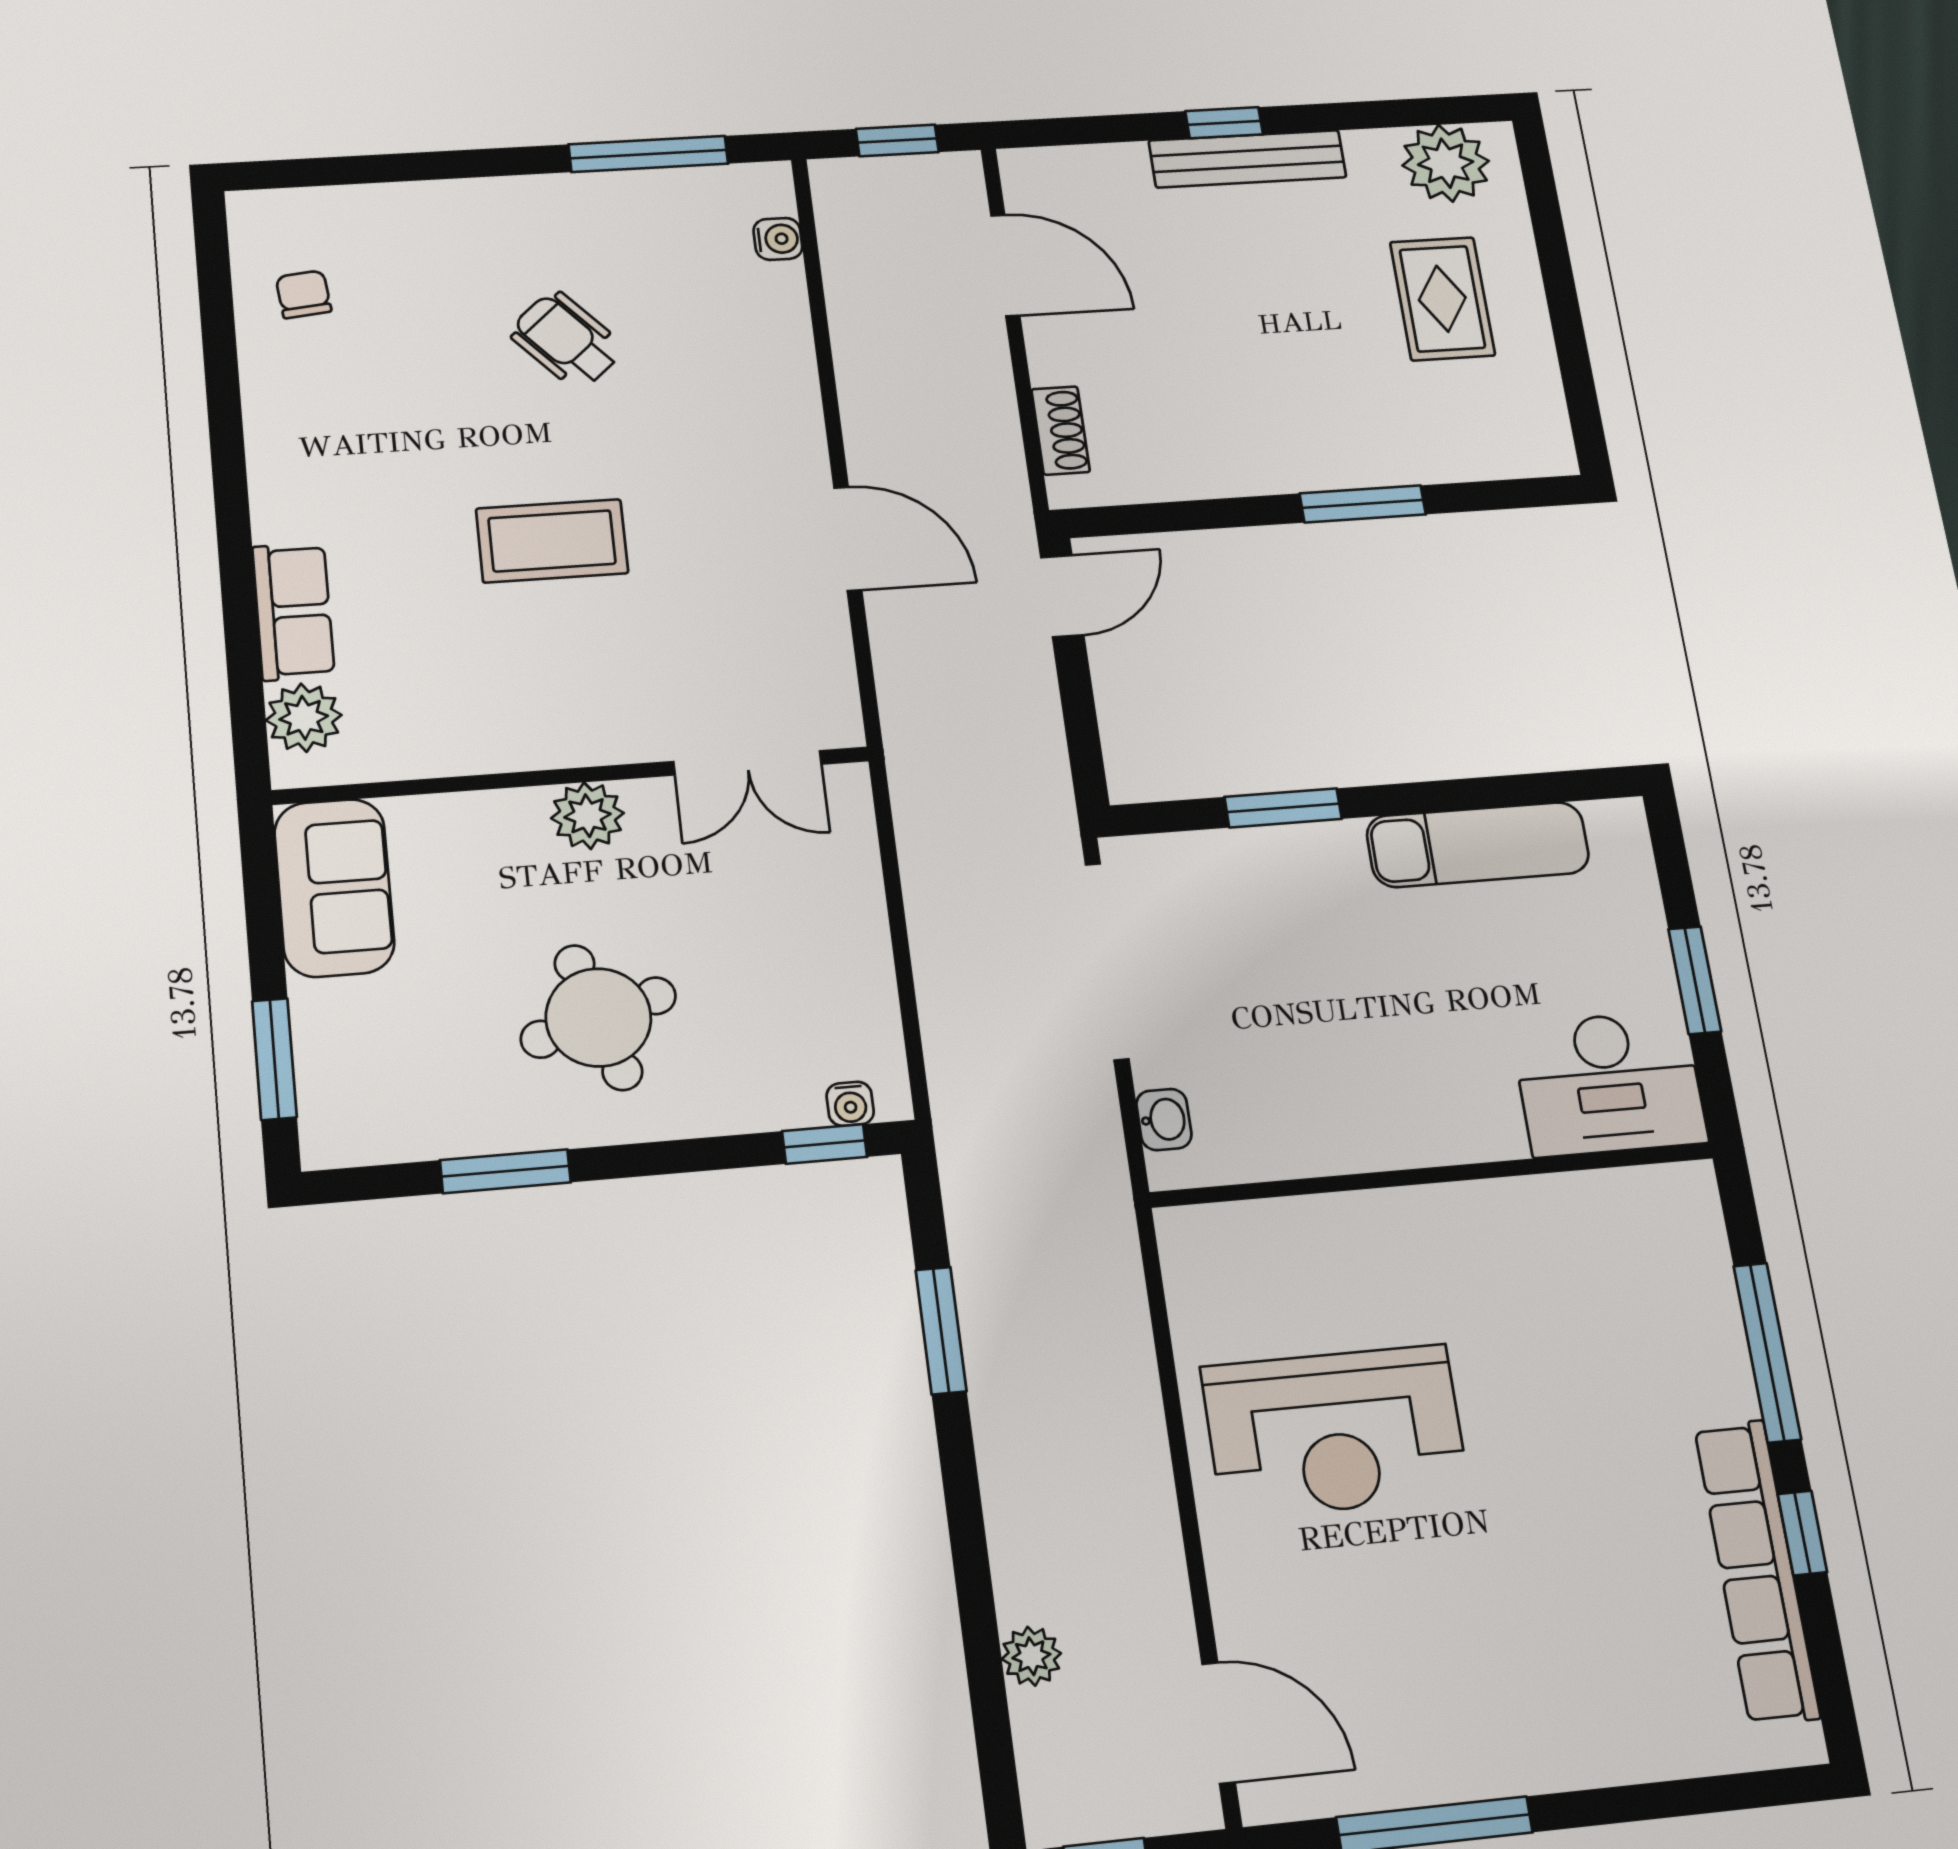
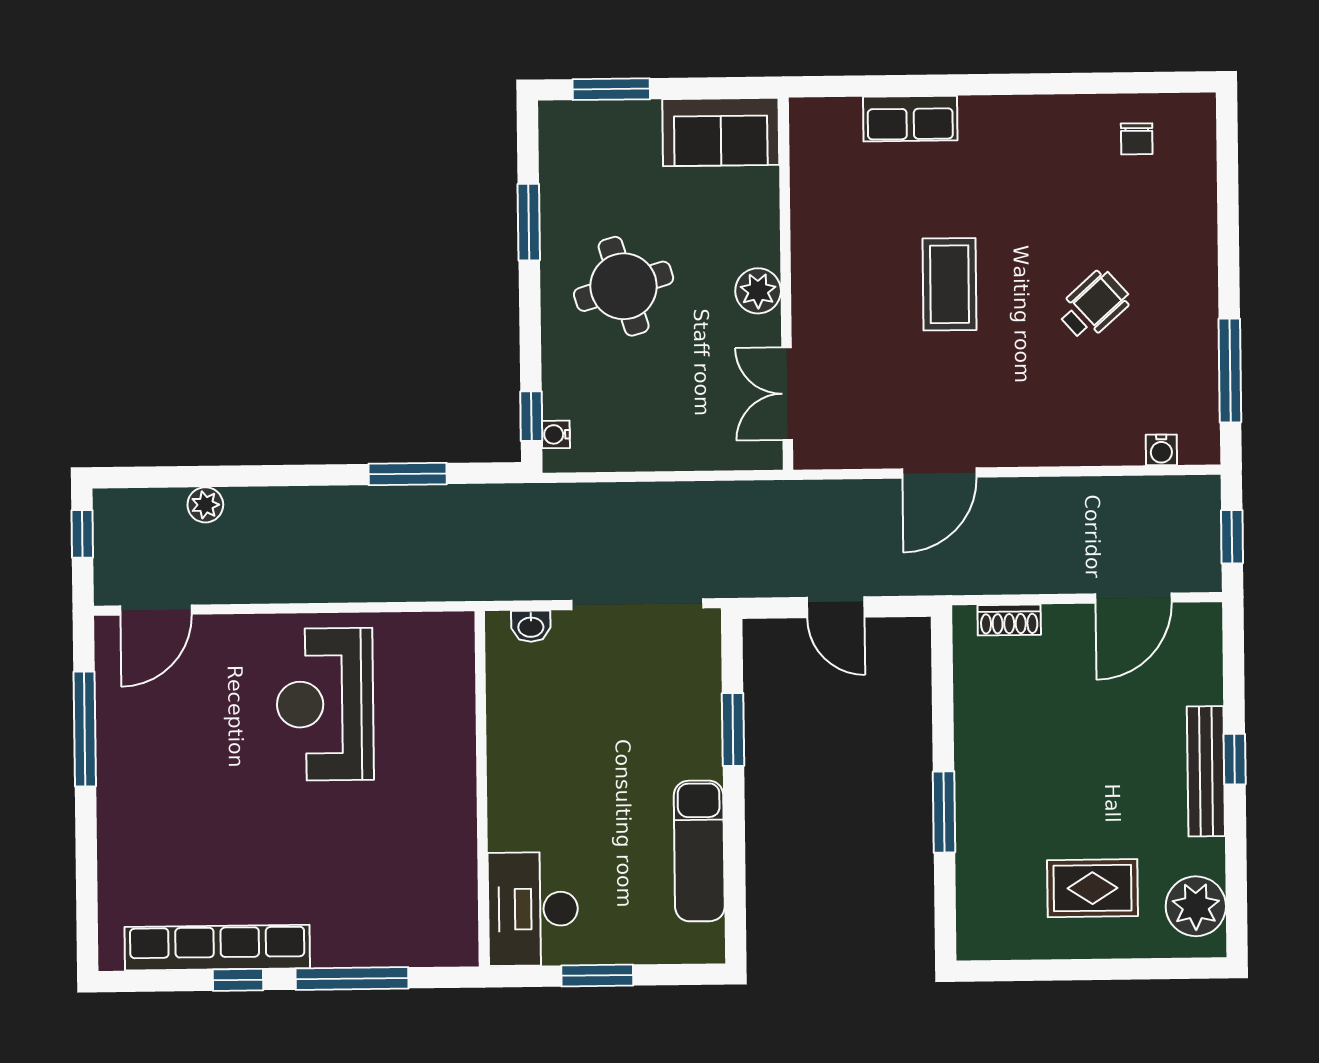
chair: (304, 294) -> (1137, 139), turned 96
door: (1062, 596) -> (836, 607), moved
plant: (304, 718) -> (836, 121), removed

